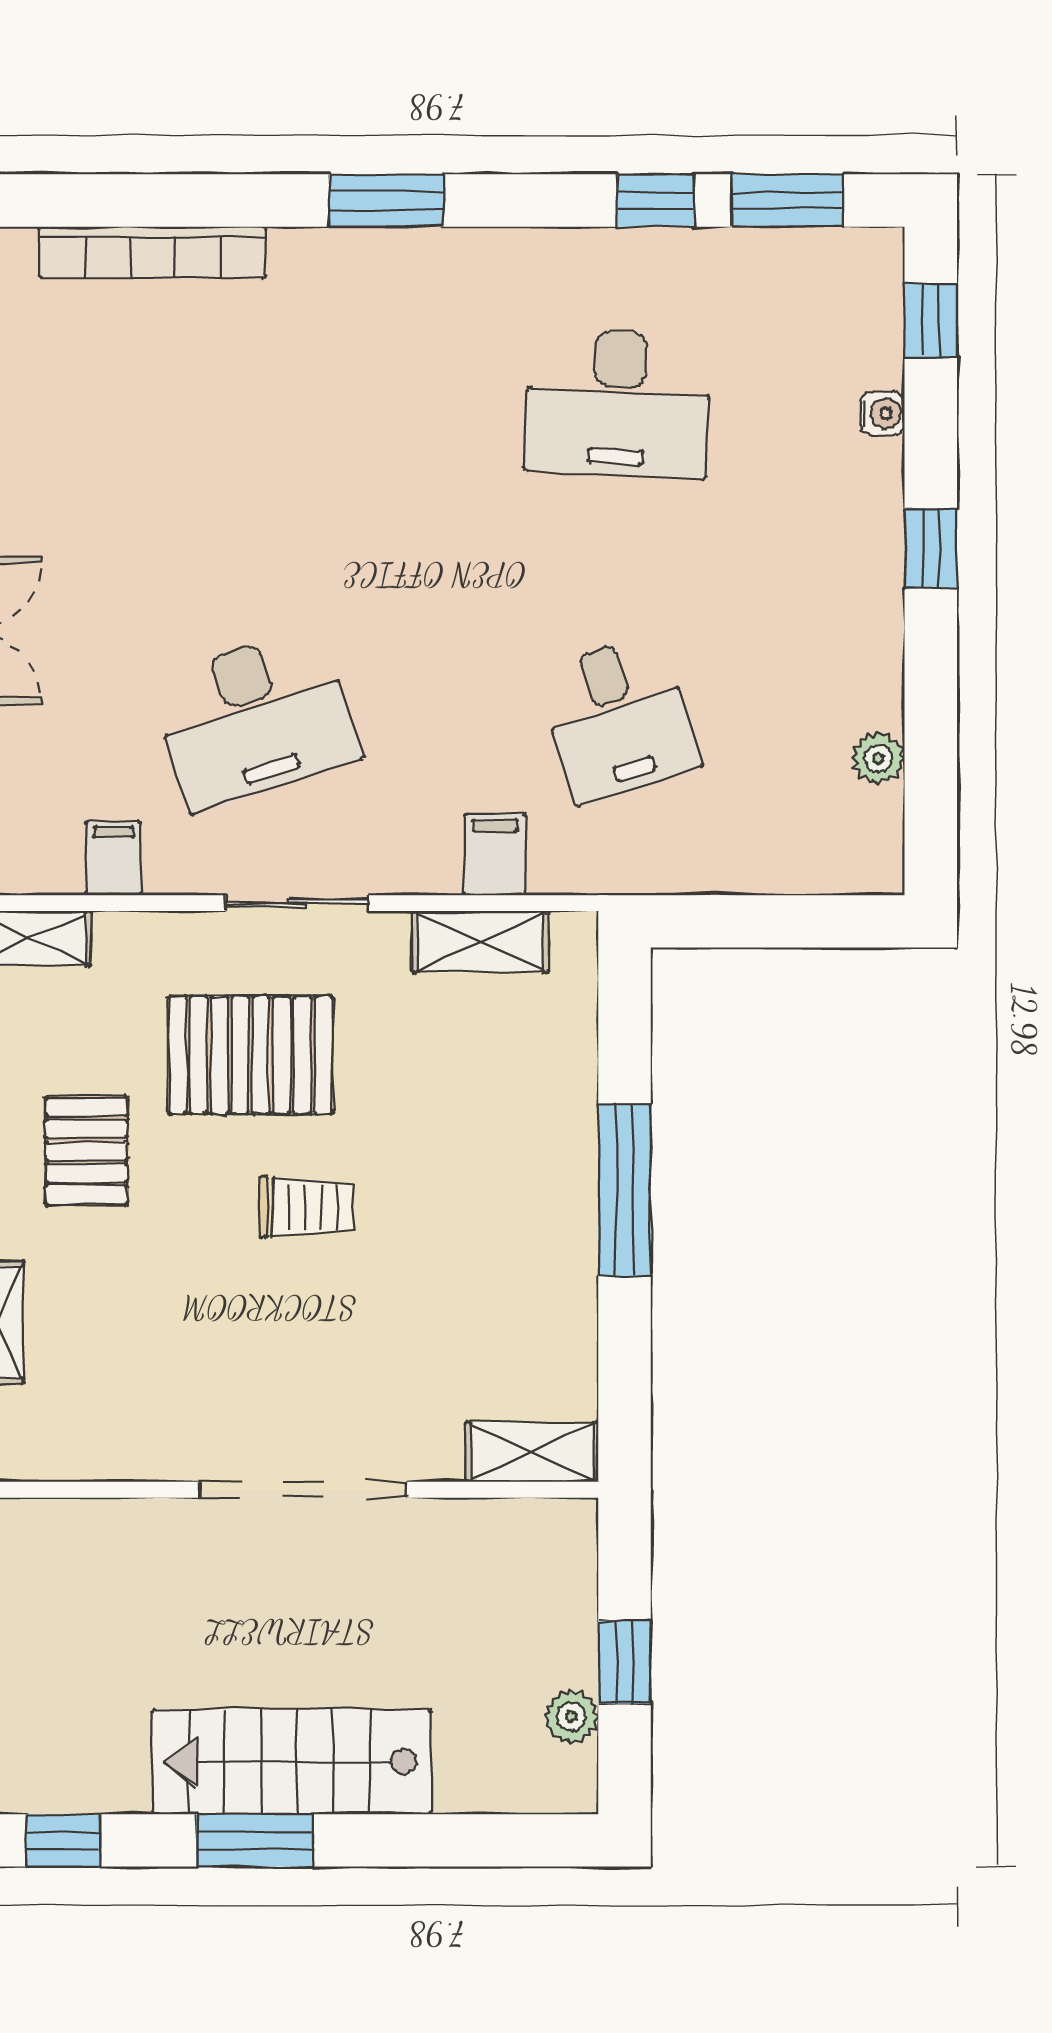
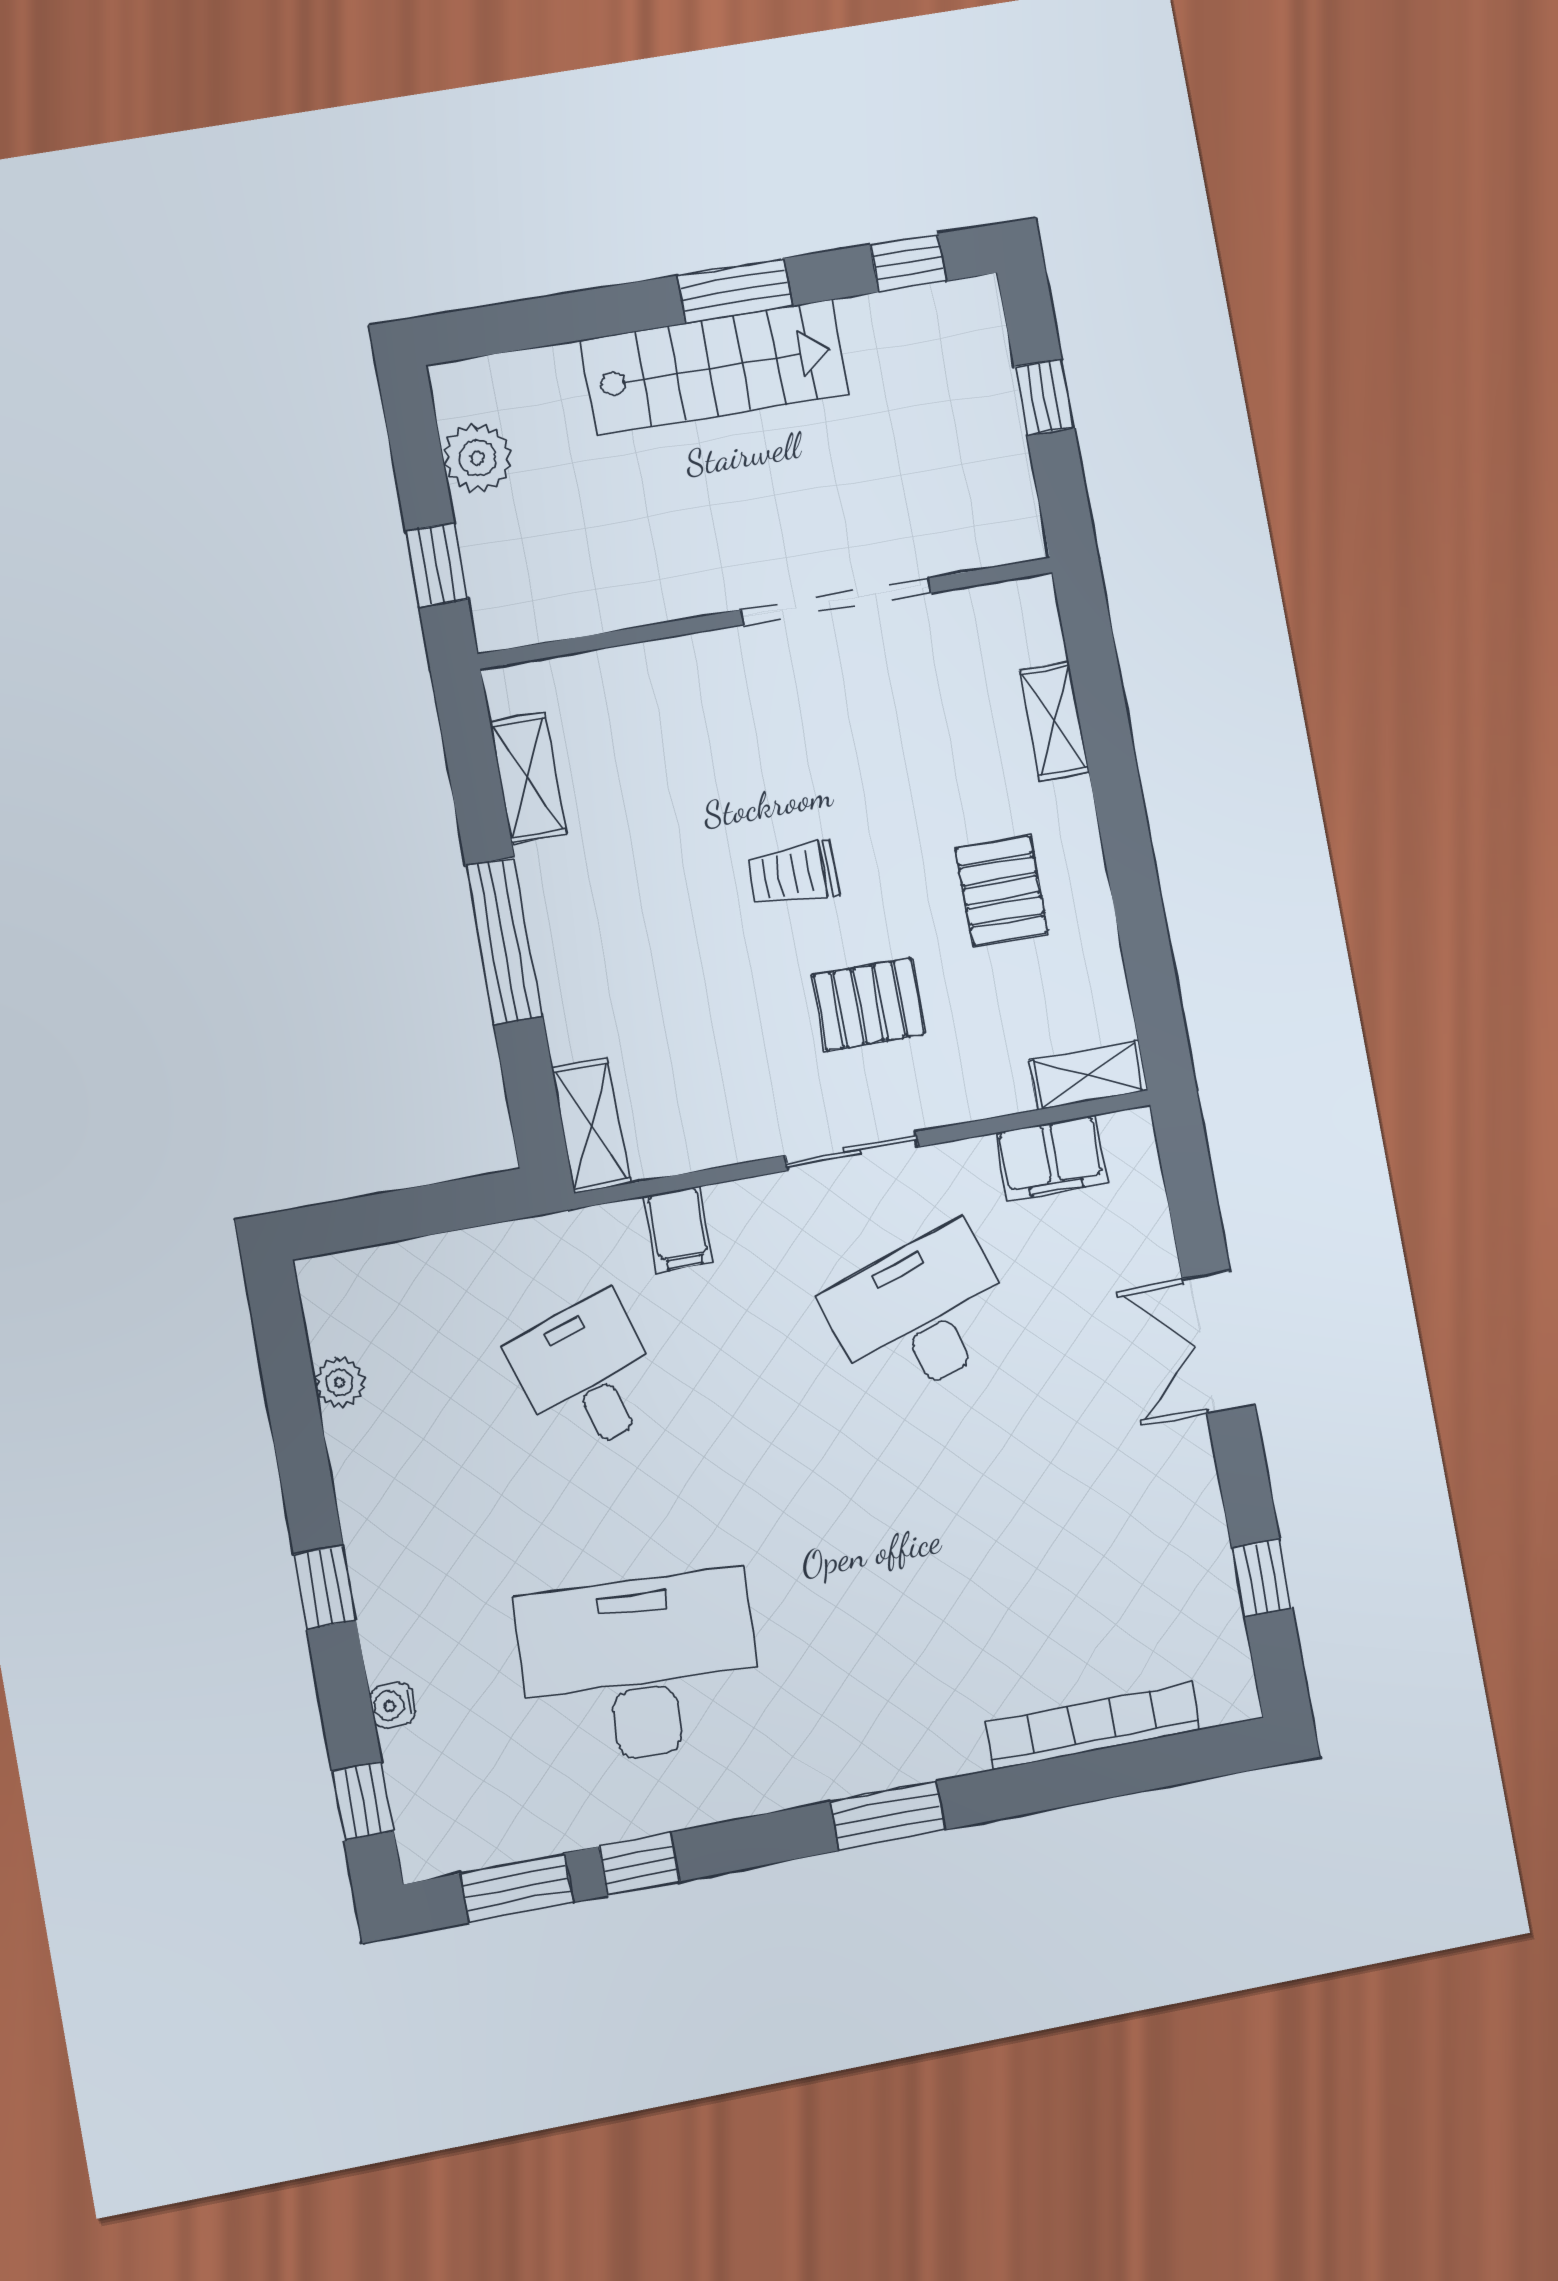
desk: (618, 403) -> (640, 1668), width x1.36, depth x1.30
filing cabinet: (113, 858) -> (1051, 1158), width x2.00
shelving: (480, 942) -> (591, 1126), moved, turned 90
pallet: (250, 1055) -> (869, 1004), width x0.67, depth x0.71
shelving: (532, 1452) -> (528, 778), moved, turned 90
doorway: (303, 1490) -> (836, 601), moved
window: (624, 1662) -> (437, 565), moved
plant: (571, 1717) -> (477, 458), width x1.38, depth x1.38

